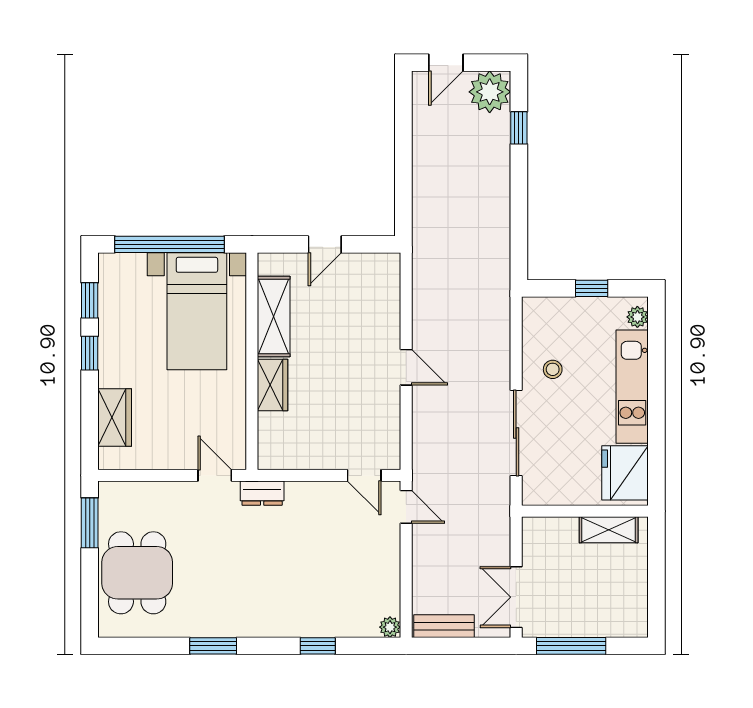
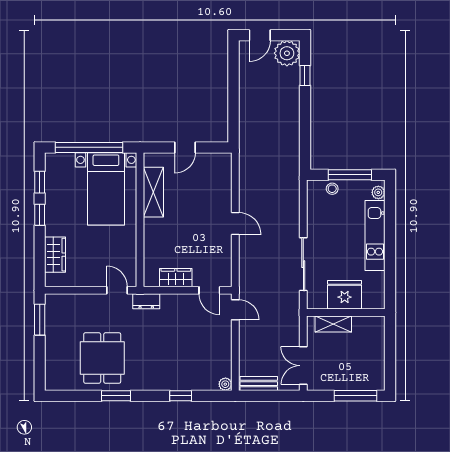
window: (592, 288) -> (350, 175), width x2.17
stool: (553, 369) -> (332, 189), moved
wardrobe: (273, 385) -> (176, 278), moved, turned -90
fridge: (625, 473) -> (345, 295), moved, turned 90
shelving: (609, 530) -> (333, 324), moved
dining table: (137, 573) -> (102, 358), moved
window: (571, 646) -> (356, 396), moved

